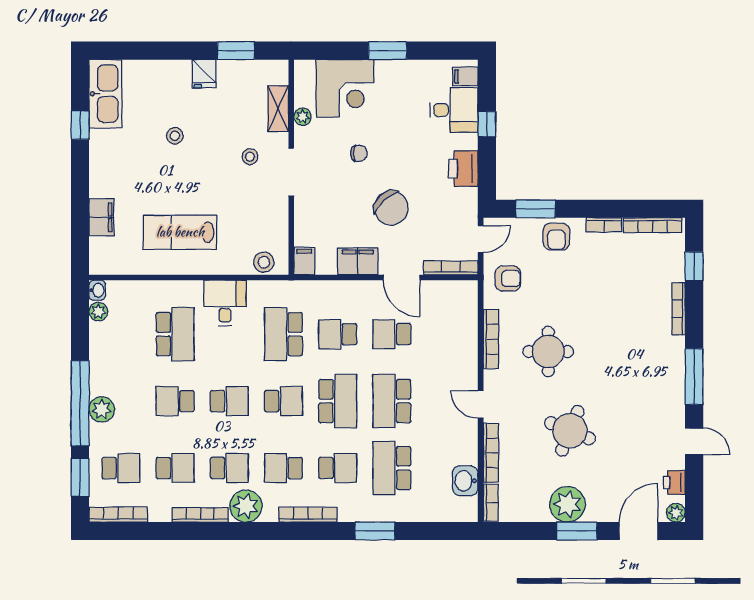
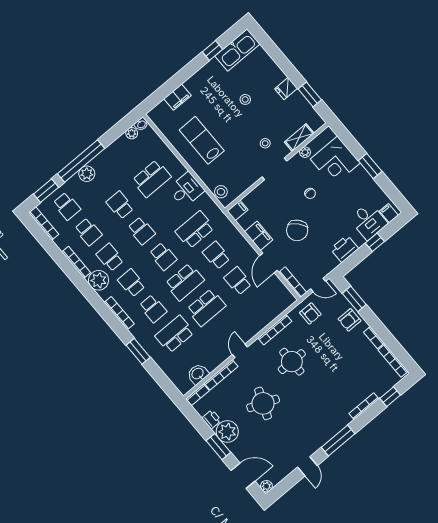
school desk: (392, 401) -> (206, 308), turned 180
school desk: (229, 468) -> (110, 257), turned 180
printer: (674, 482) -> (212, 419), moved, turned 90

